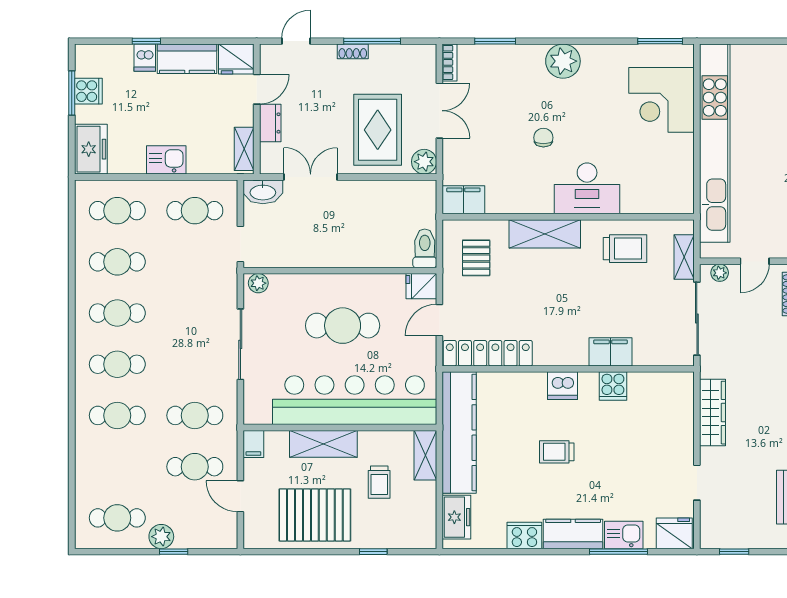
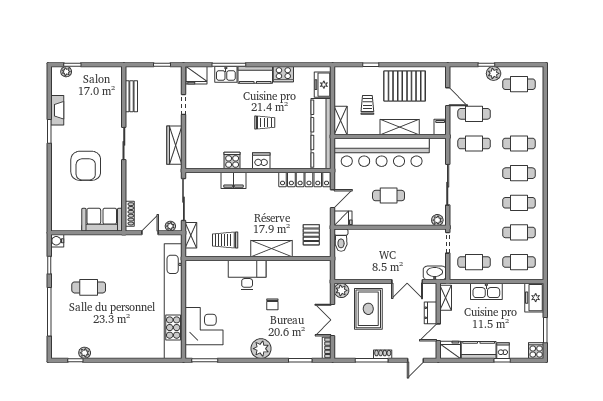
cooker: (88, 91) -> (536, 351), moved, turned 90
kitchen sink: (166, 160) -> (486, 291), width x1.38
filing cabinet: (463, 200) -> (319, 268), removed
cafe table: (343, 326) -> (389, 196), width x0.73, depth x0.74

